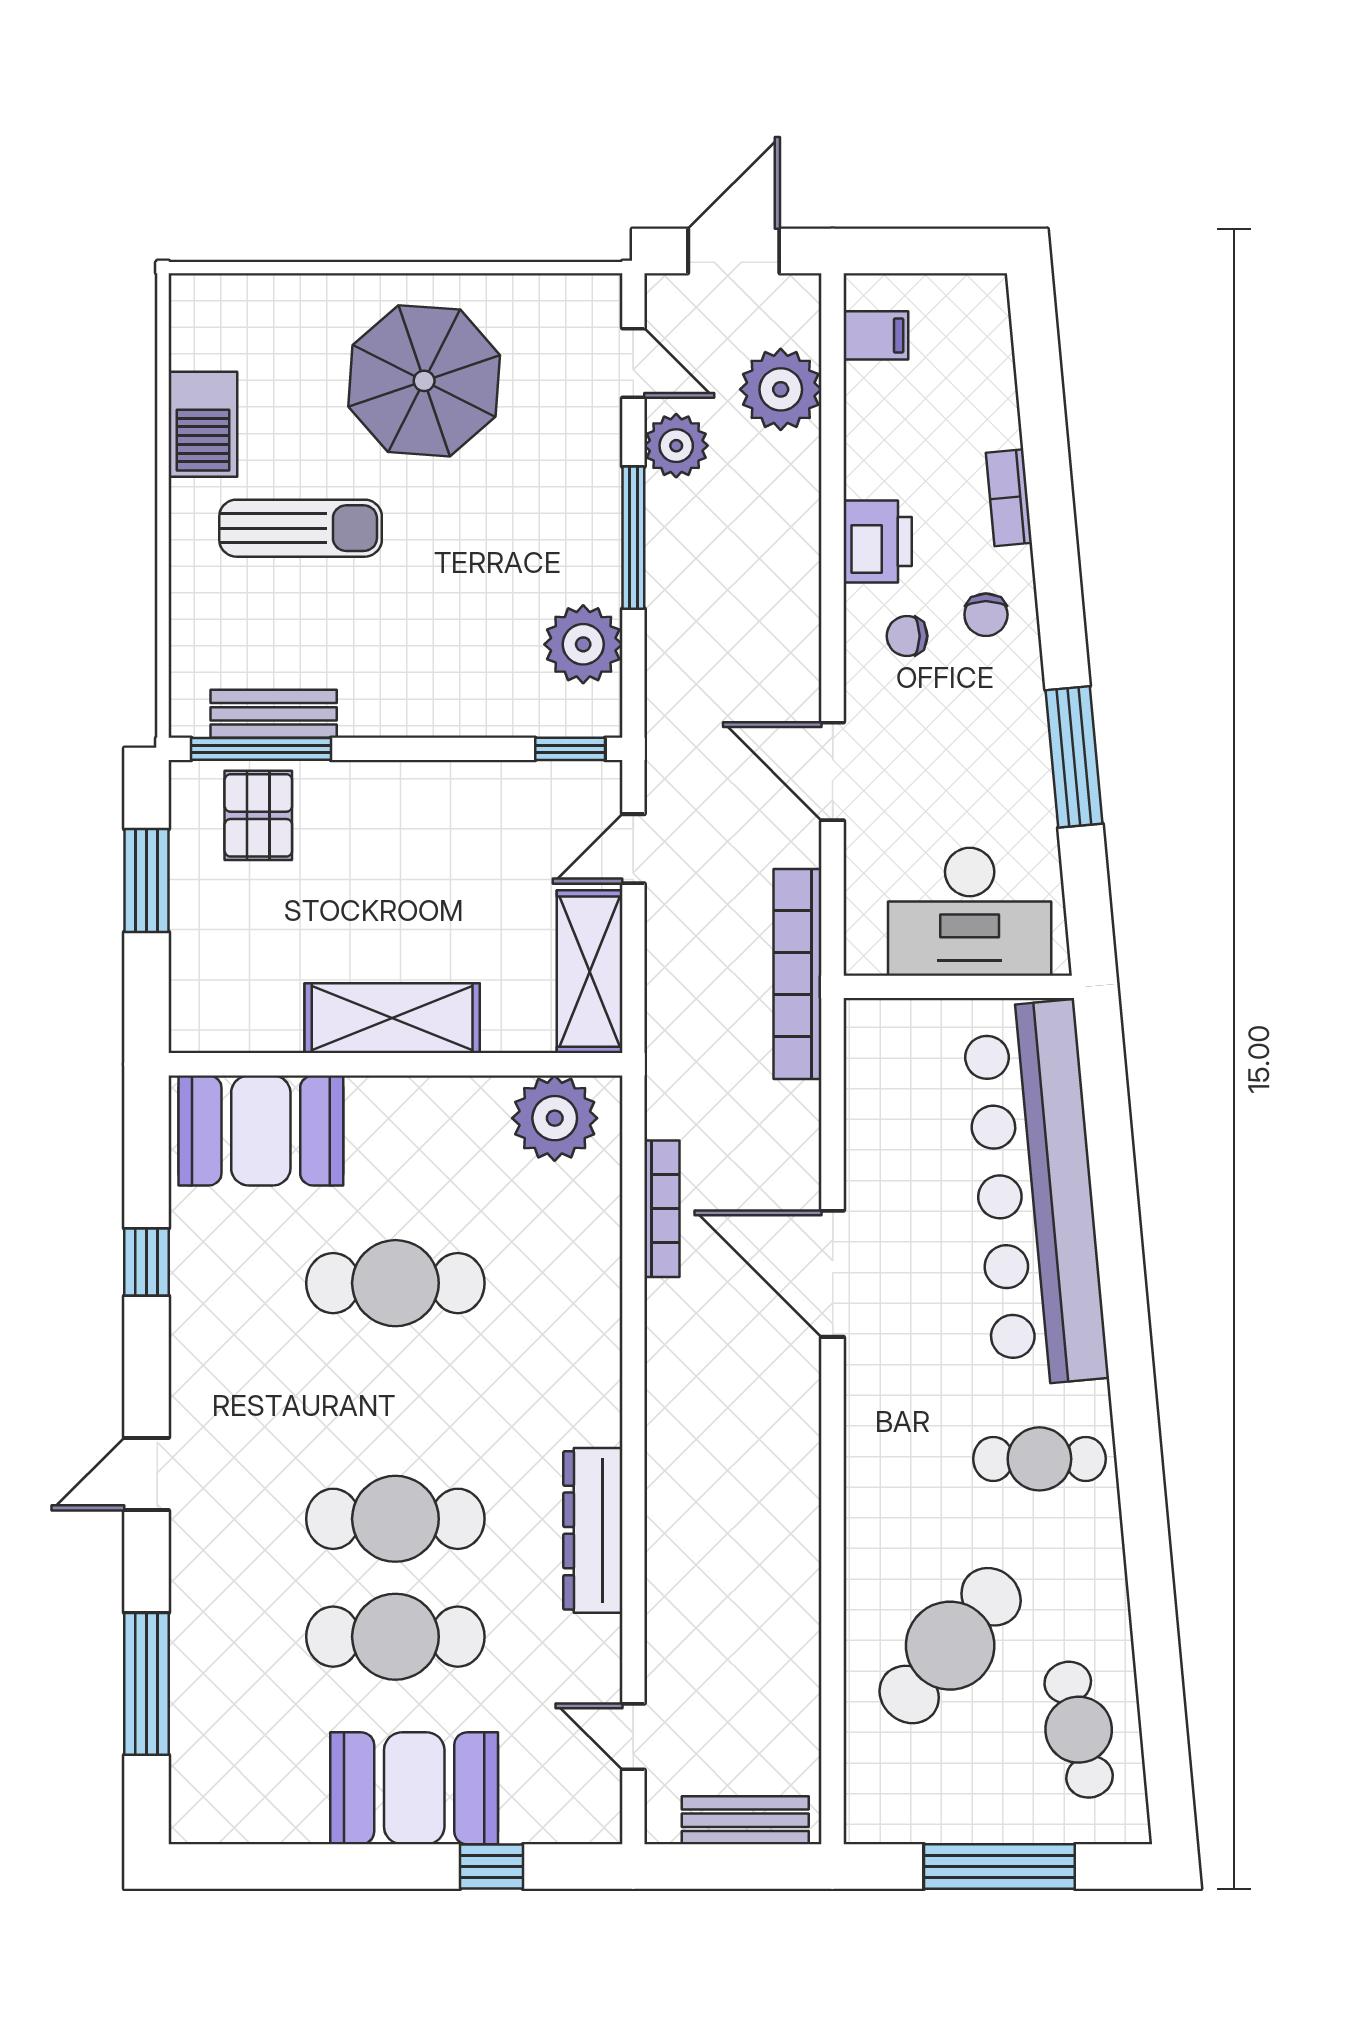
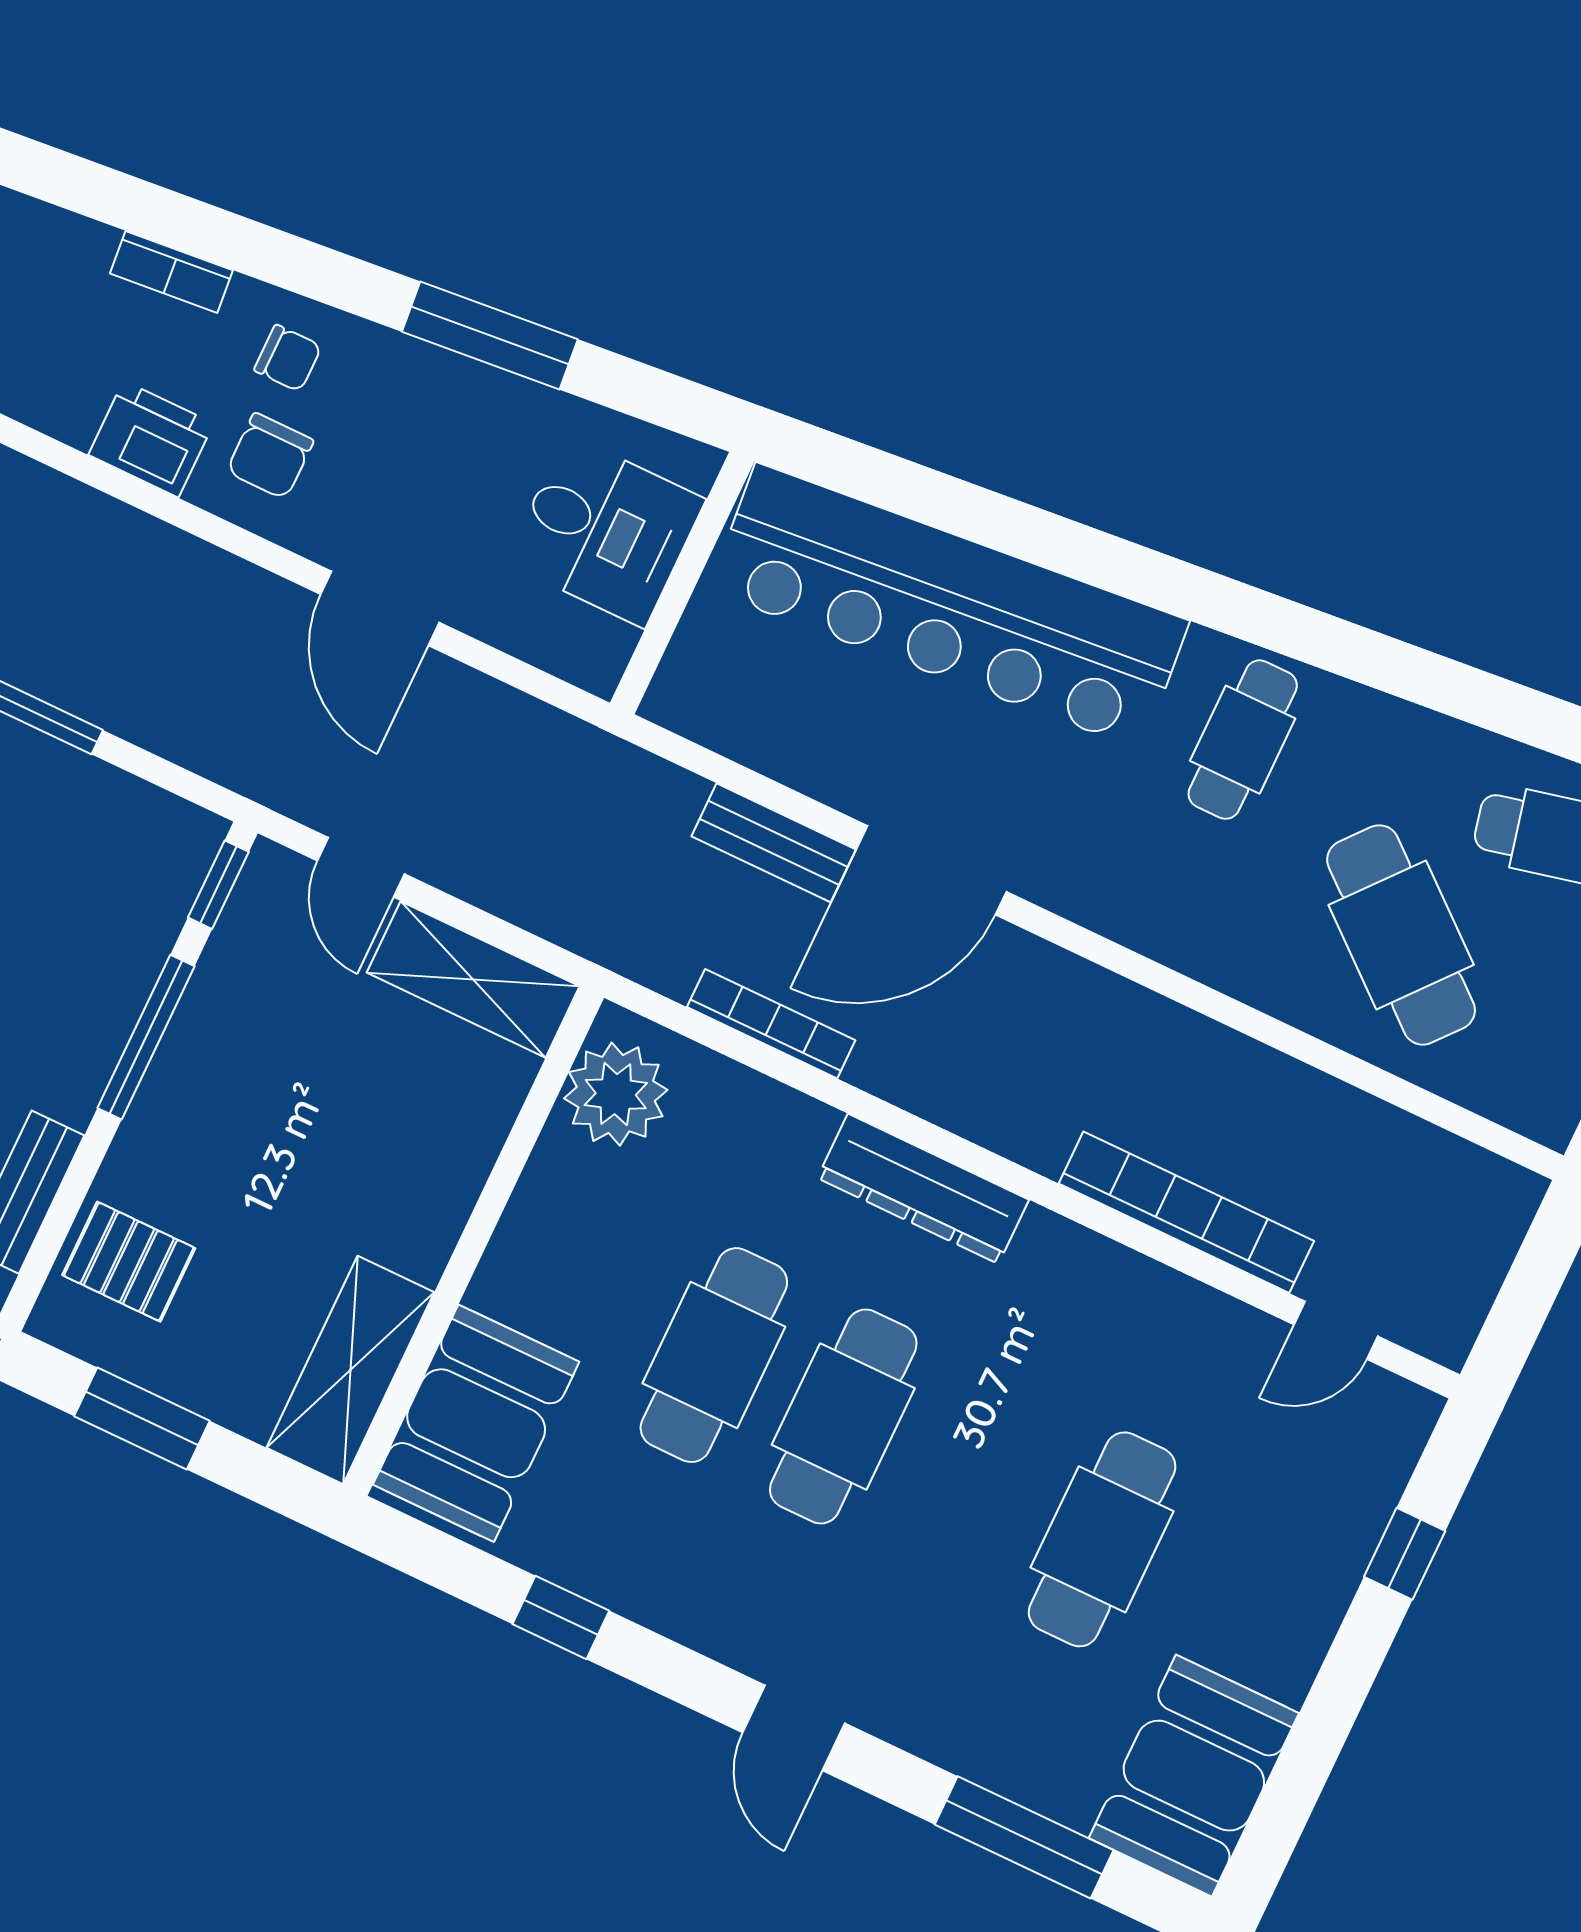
chair: (907, 636) -> (270, 456), width x1.37, depth x1.37
plant: (583, 644) -> (110, 816), removed
window: (261, 749) -> (146, 1037), moved
door: (833, 771) -> (380, 608), hinge flipped
desk: (970, 912) -> (605, 531), width x0.73
bookcase: (798, 974) -> (1186, 1212), moved, turned 180
shelving: (392, 1018) -> (350, 1370), moved
cafe table: (395, 1519) -> (843, 1417), moved
dresser: (593, 1530) -> (923, 1189), moved
booth: (414, 1788) -> (1194, 1776), moved
bench: (745, 1820) -> (774, 843), moved, turned 90

